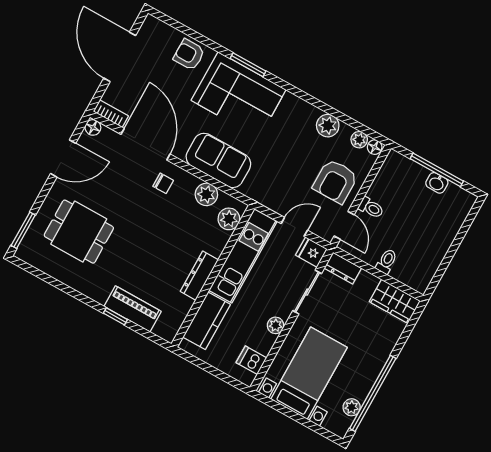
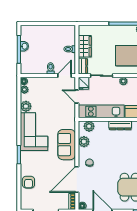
corner sofa: (239, 95) -> (34, 132), moved
armchair: (335, 181) -> (48, 90), removed
wardrobe: (395, 301) -> (85, 46), moved

